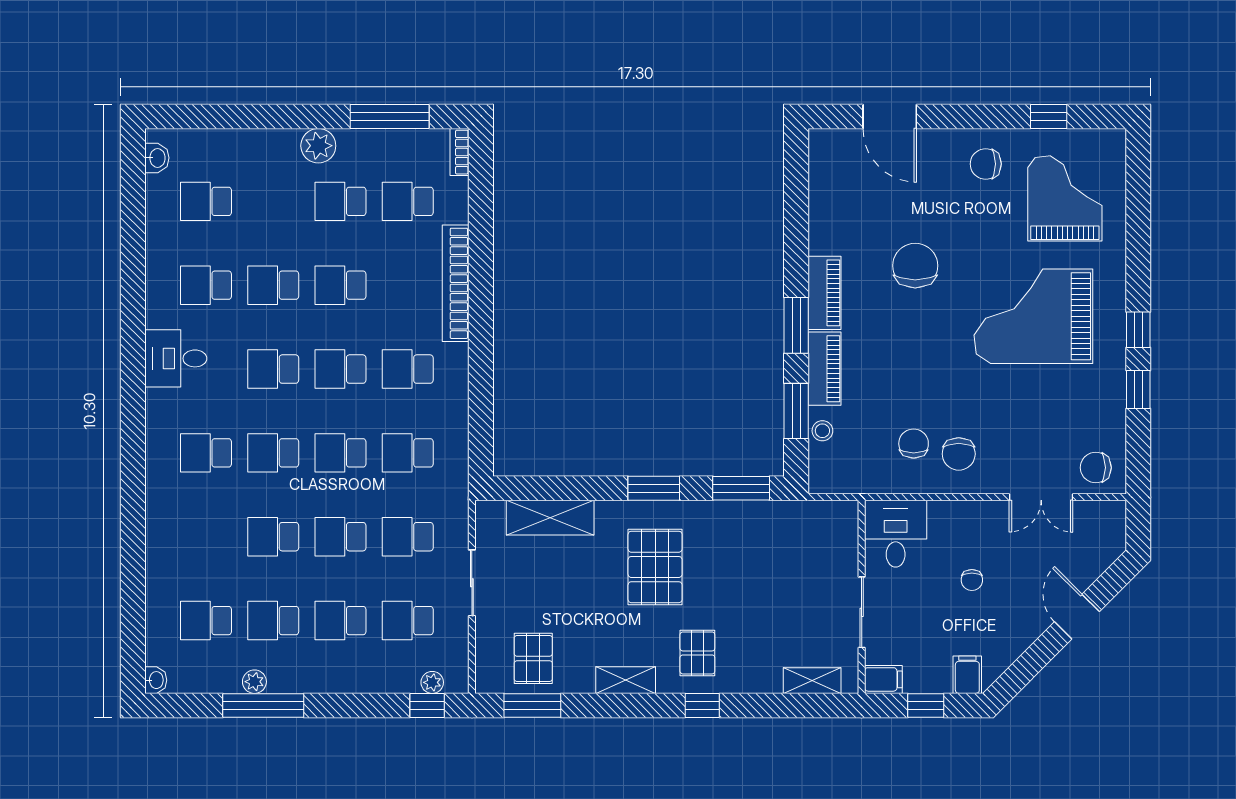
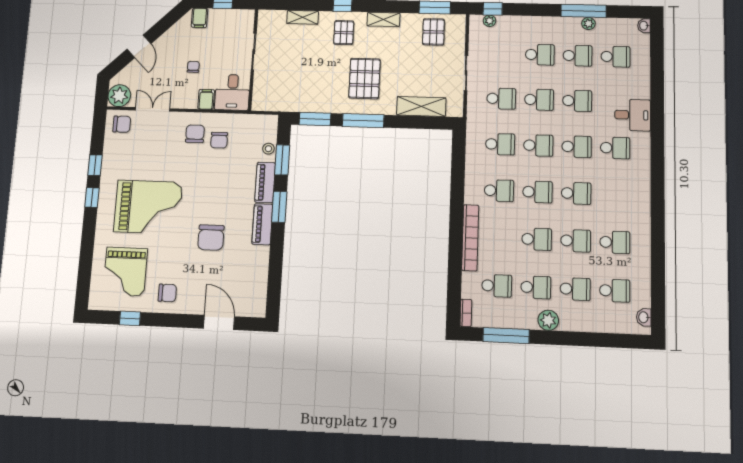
desk: (176, 358) -> (633, 115), moved
window: (654, 488) -> (363, 121), width x1.44
plant: (1105, 521) -> (119, 96), added
school desk: (408, 621) -> (575, 289), moved
filing cabinet: (883, 679) -> (206, 99), moved, turned 90
shelving: (812, 681) -> (303, 17), moved

